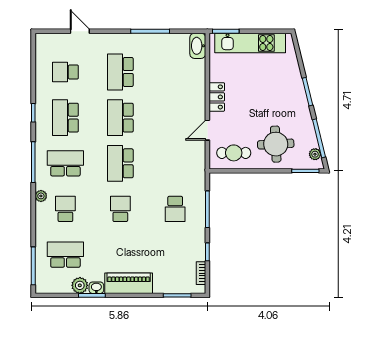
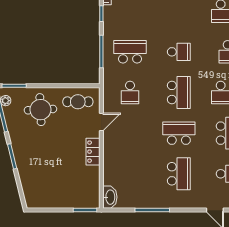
kitchen unit: (250, 43) -> (63, 200), removed
school desk: (120, 118) -> (179, 133), turned -90
school desk: (175, 163) -> (130, 92), added
school desk: (120, 209) -> (179, 52), turned -90
school desk: (175, 209) -> (130, 52), width x1.85

